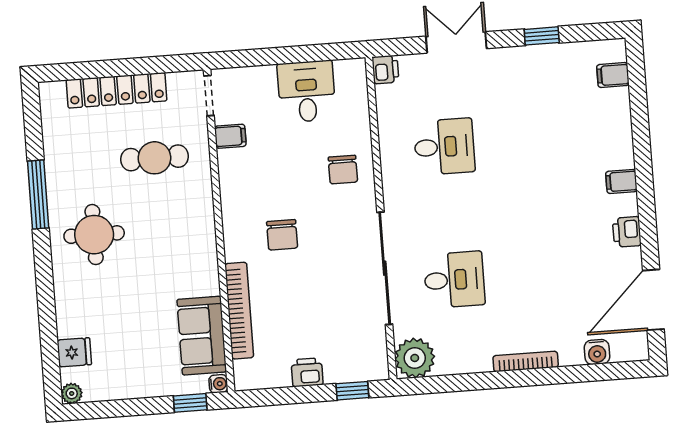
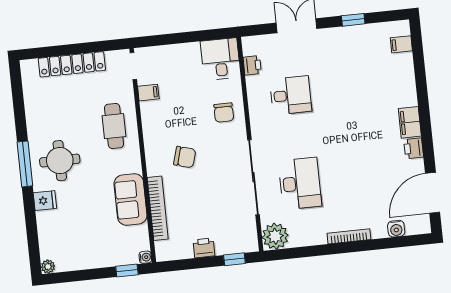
printer: (386, 70) -> (252, 65), moved
desk: (307, 92) -> (220, 59), moved
cafe table: (154, 158) -> (114, 126), moved, turned 90
filing cabinet: (621, 181) -> (410, 122), width x2.00
window: (38, 195) -> (25, 164), moved
chair: (282, 235) -> (185, 157), turned -74
desk: (454, 280) -> (300, 183), width x1.37
sofa: (202, 336) -> (131, 200), moved
fridge: (74, 352) -> (45, 201), moved

